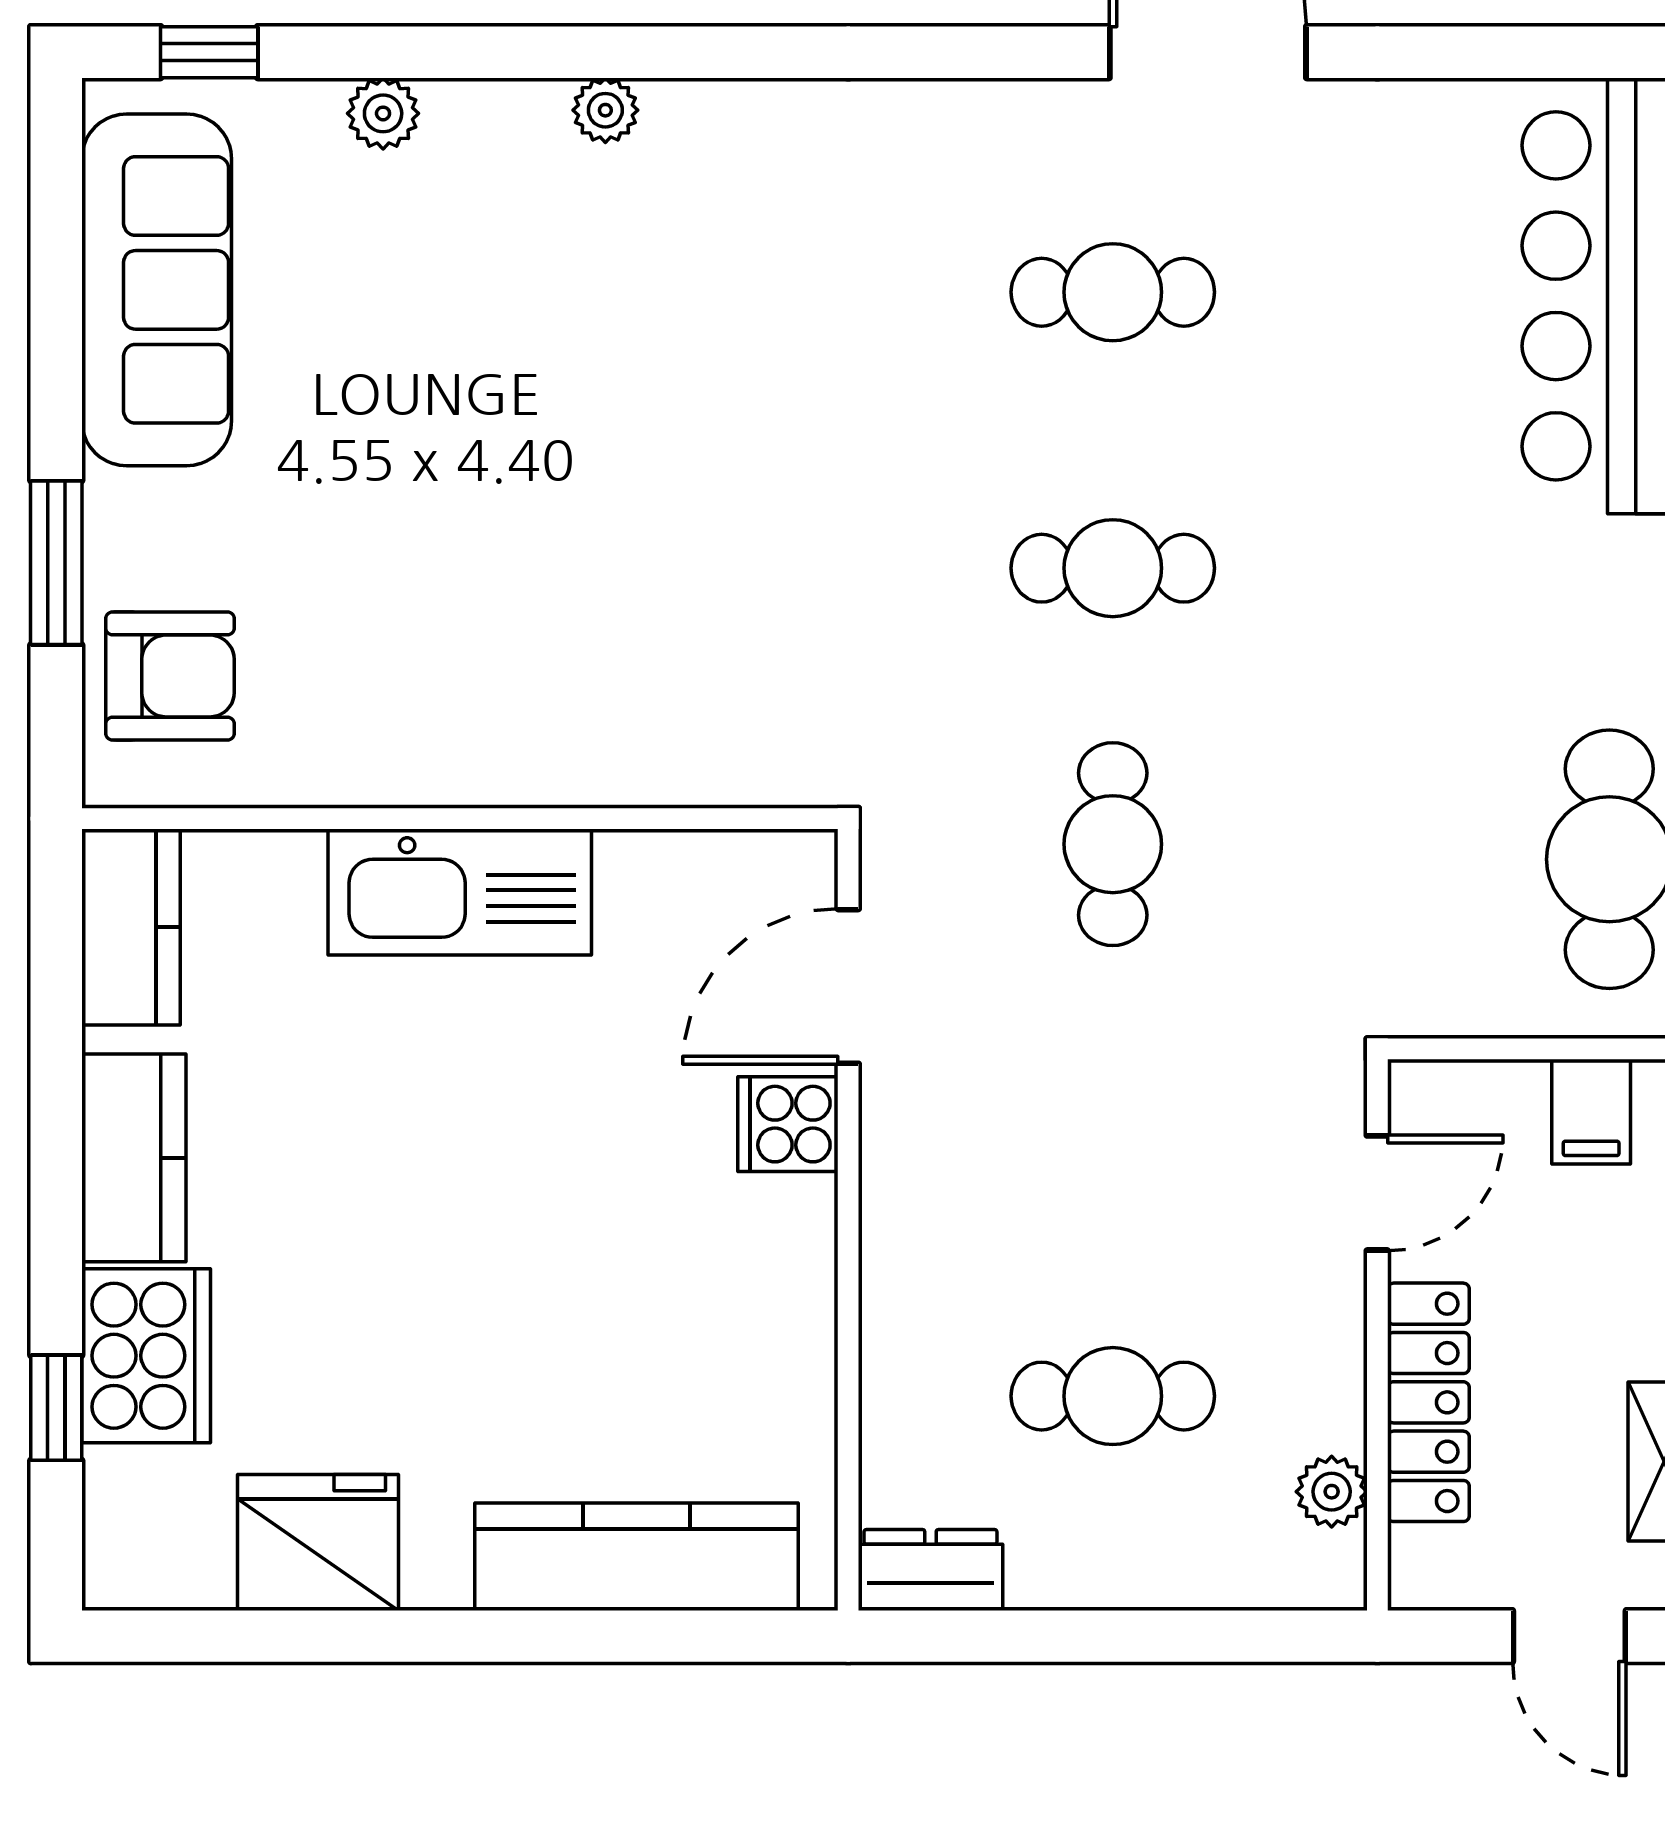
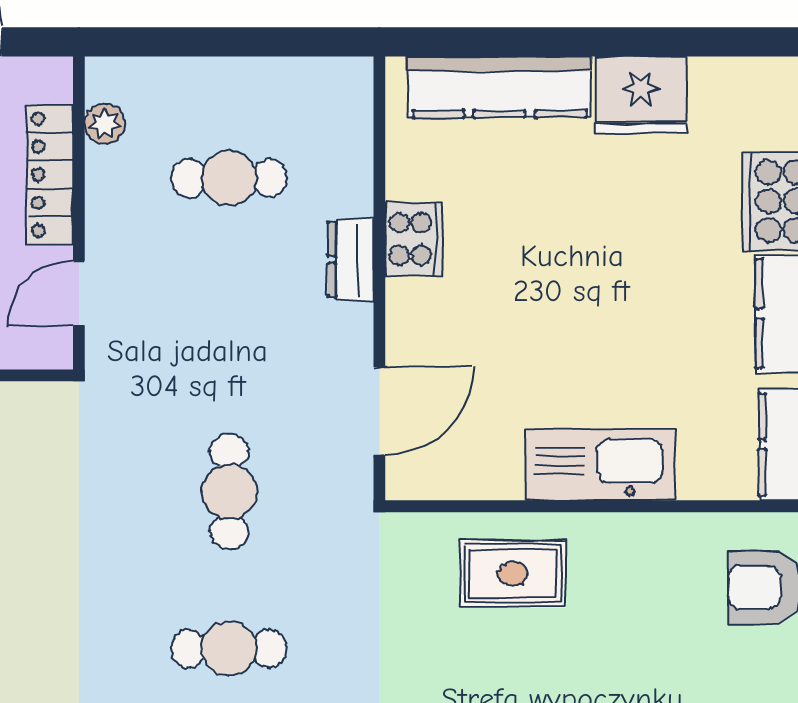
rug: (614, 700) -> (513, 574), added
cooker: (788, 1124) -> (414, 239), moved, width x1.36
fridge: (318, 1543) -> (641, 95), moved
dresser: (930, 1570) -> (351, 259), moved, turned 90

